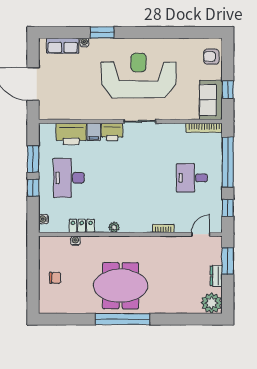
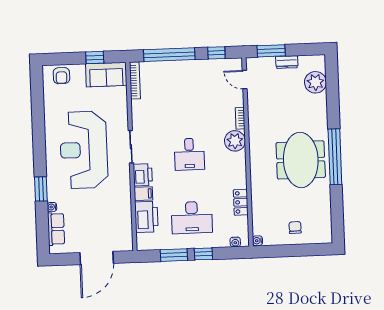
desk: (192, 178) -> (189, 154), moved
plant: (114, 227) -> (235, 141), moved, width x1.87, depth x1.87
water cooler: (75, 241) -> (257, 241), moved
plant: (212, 303) -> (315, 82), moved

